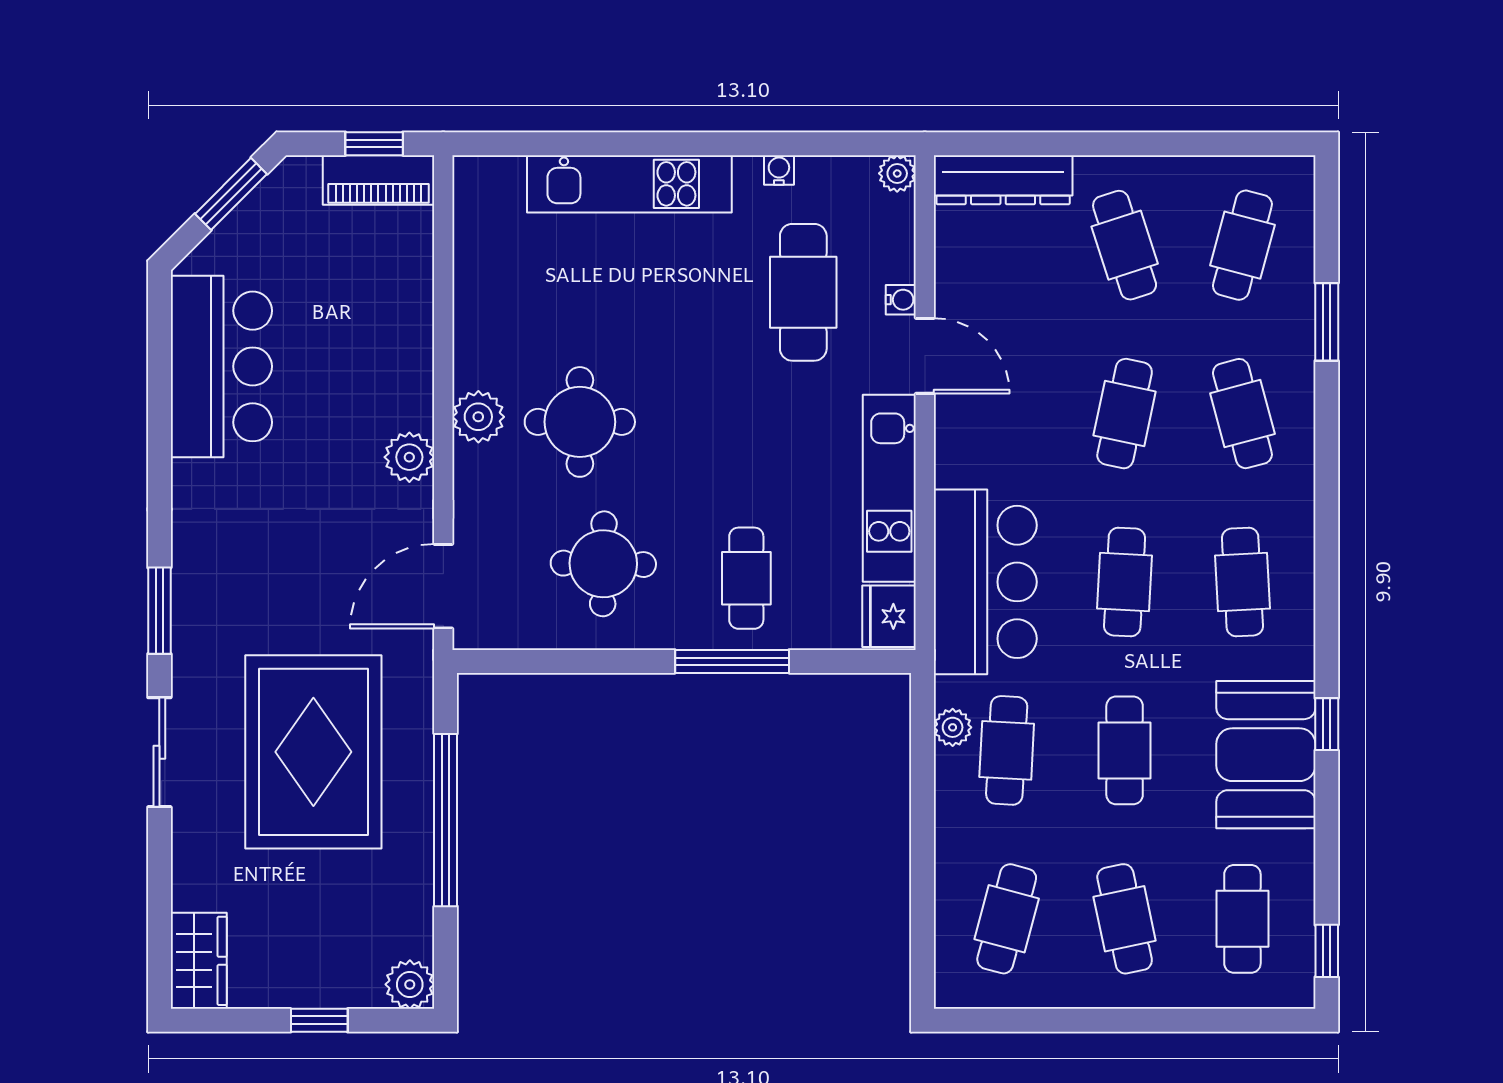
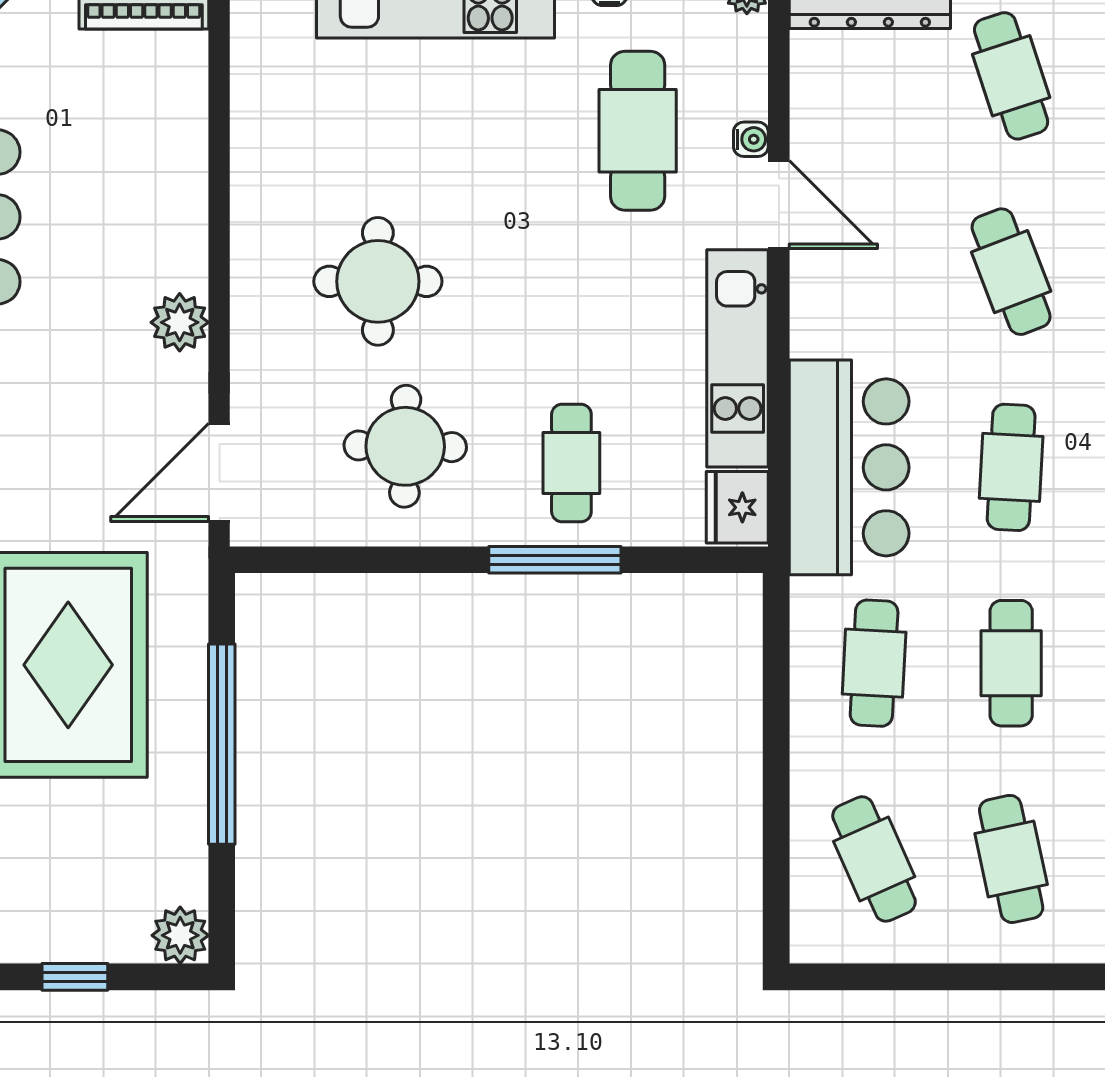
cafe table: (1125, 414) -> (1011, 272), turned -33
plant: (478, 417) -> (260, 275), removed
plant: (953, 727) -> (811, 636), removed
cafe table: (1007, 919) -> (874, 859), turned -39

